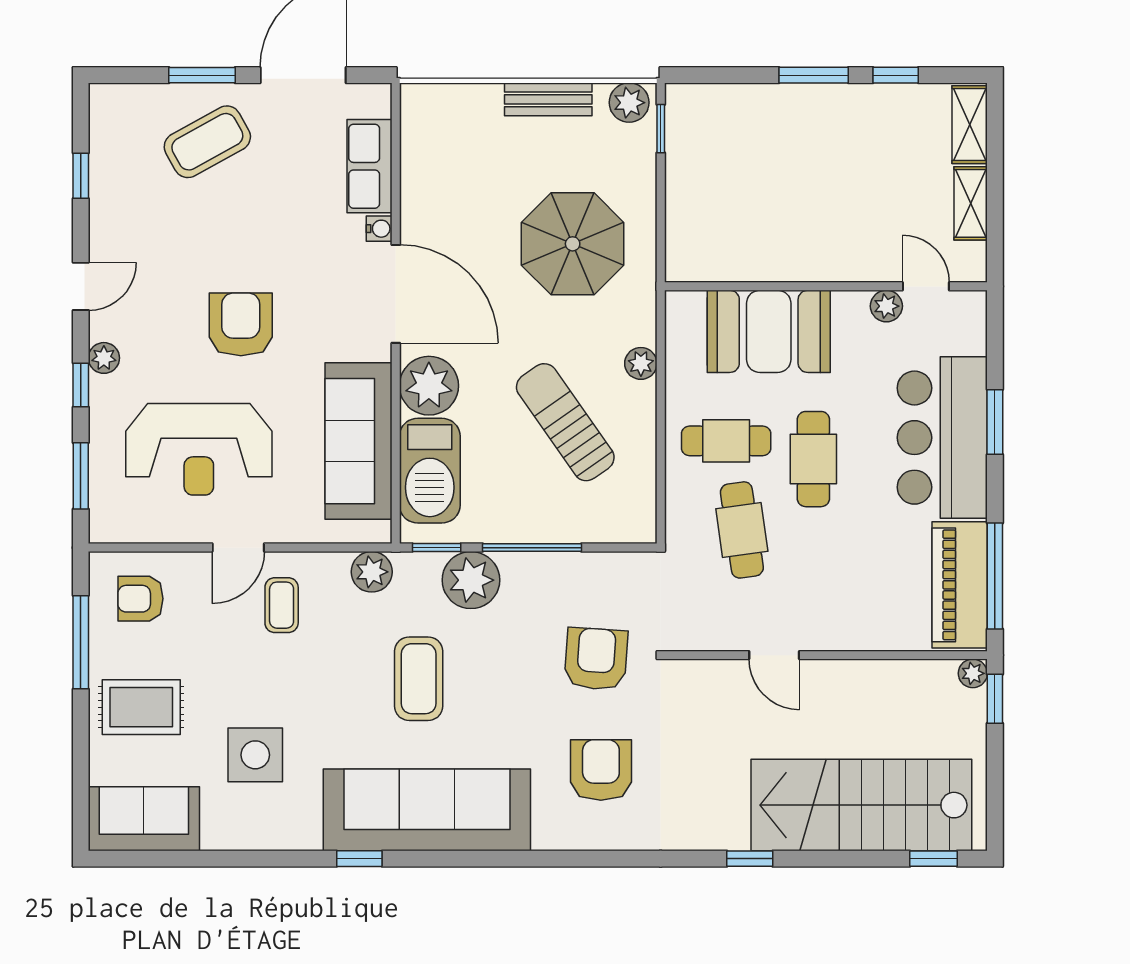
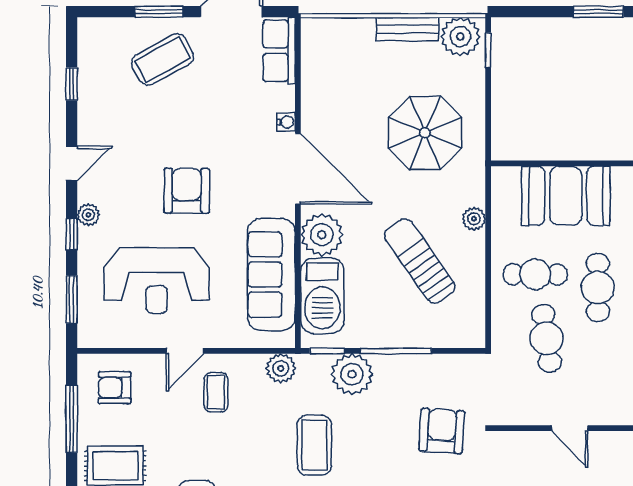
plant: (629, 103) -> (460, 37), width x1.36, depth x1.36
row of seats: (369, 166) -> (279, 51), moved

